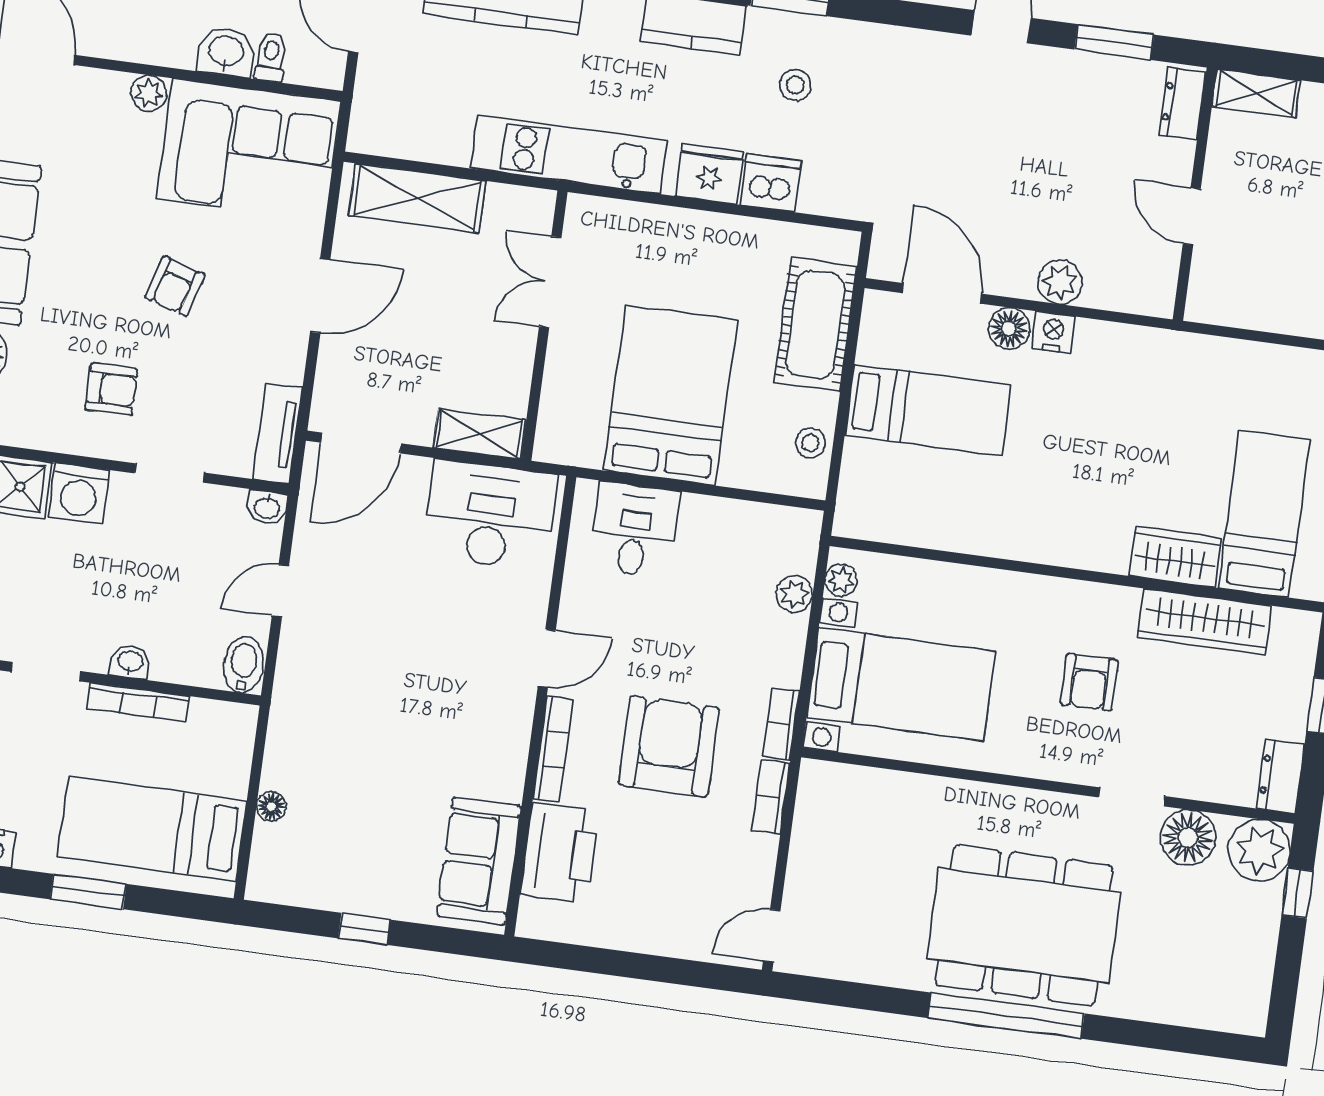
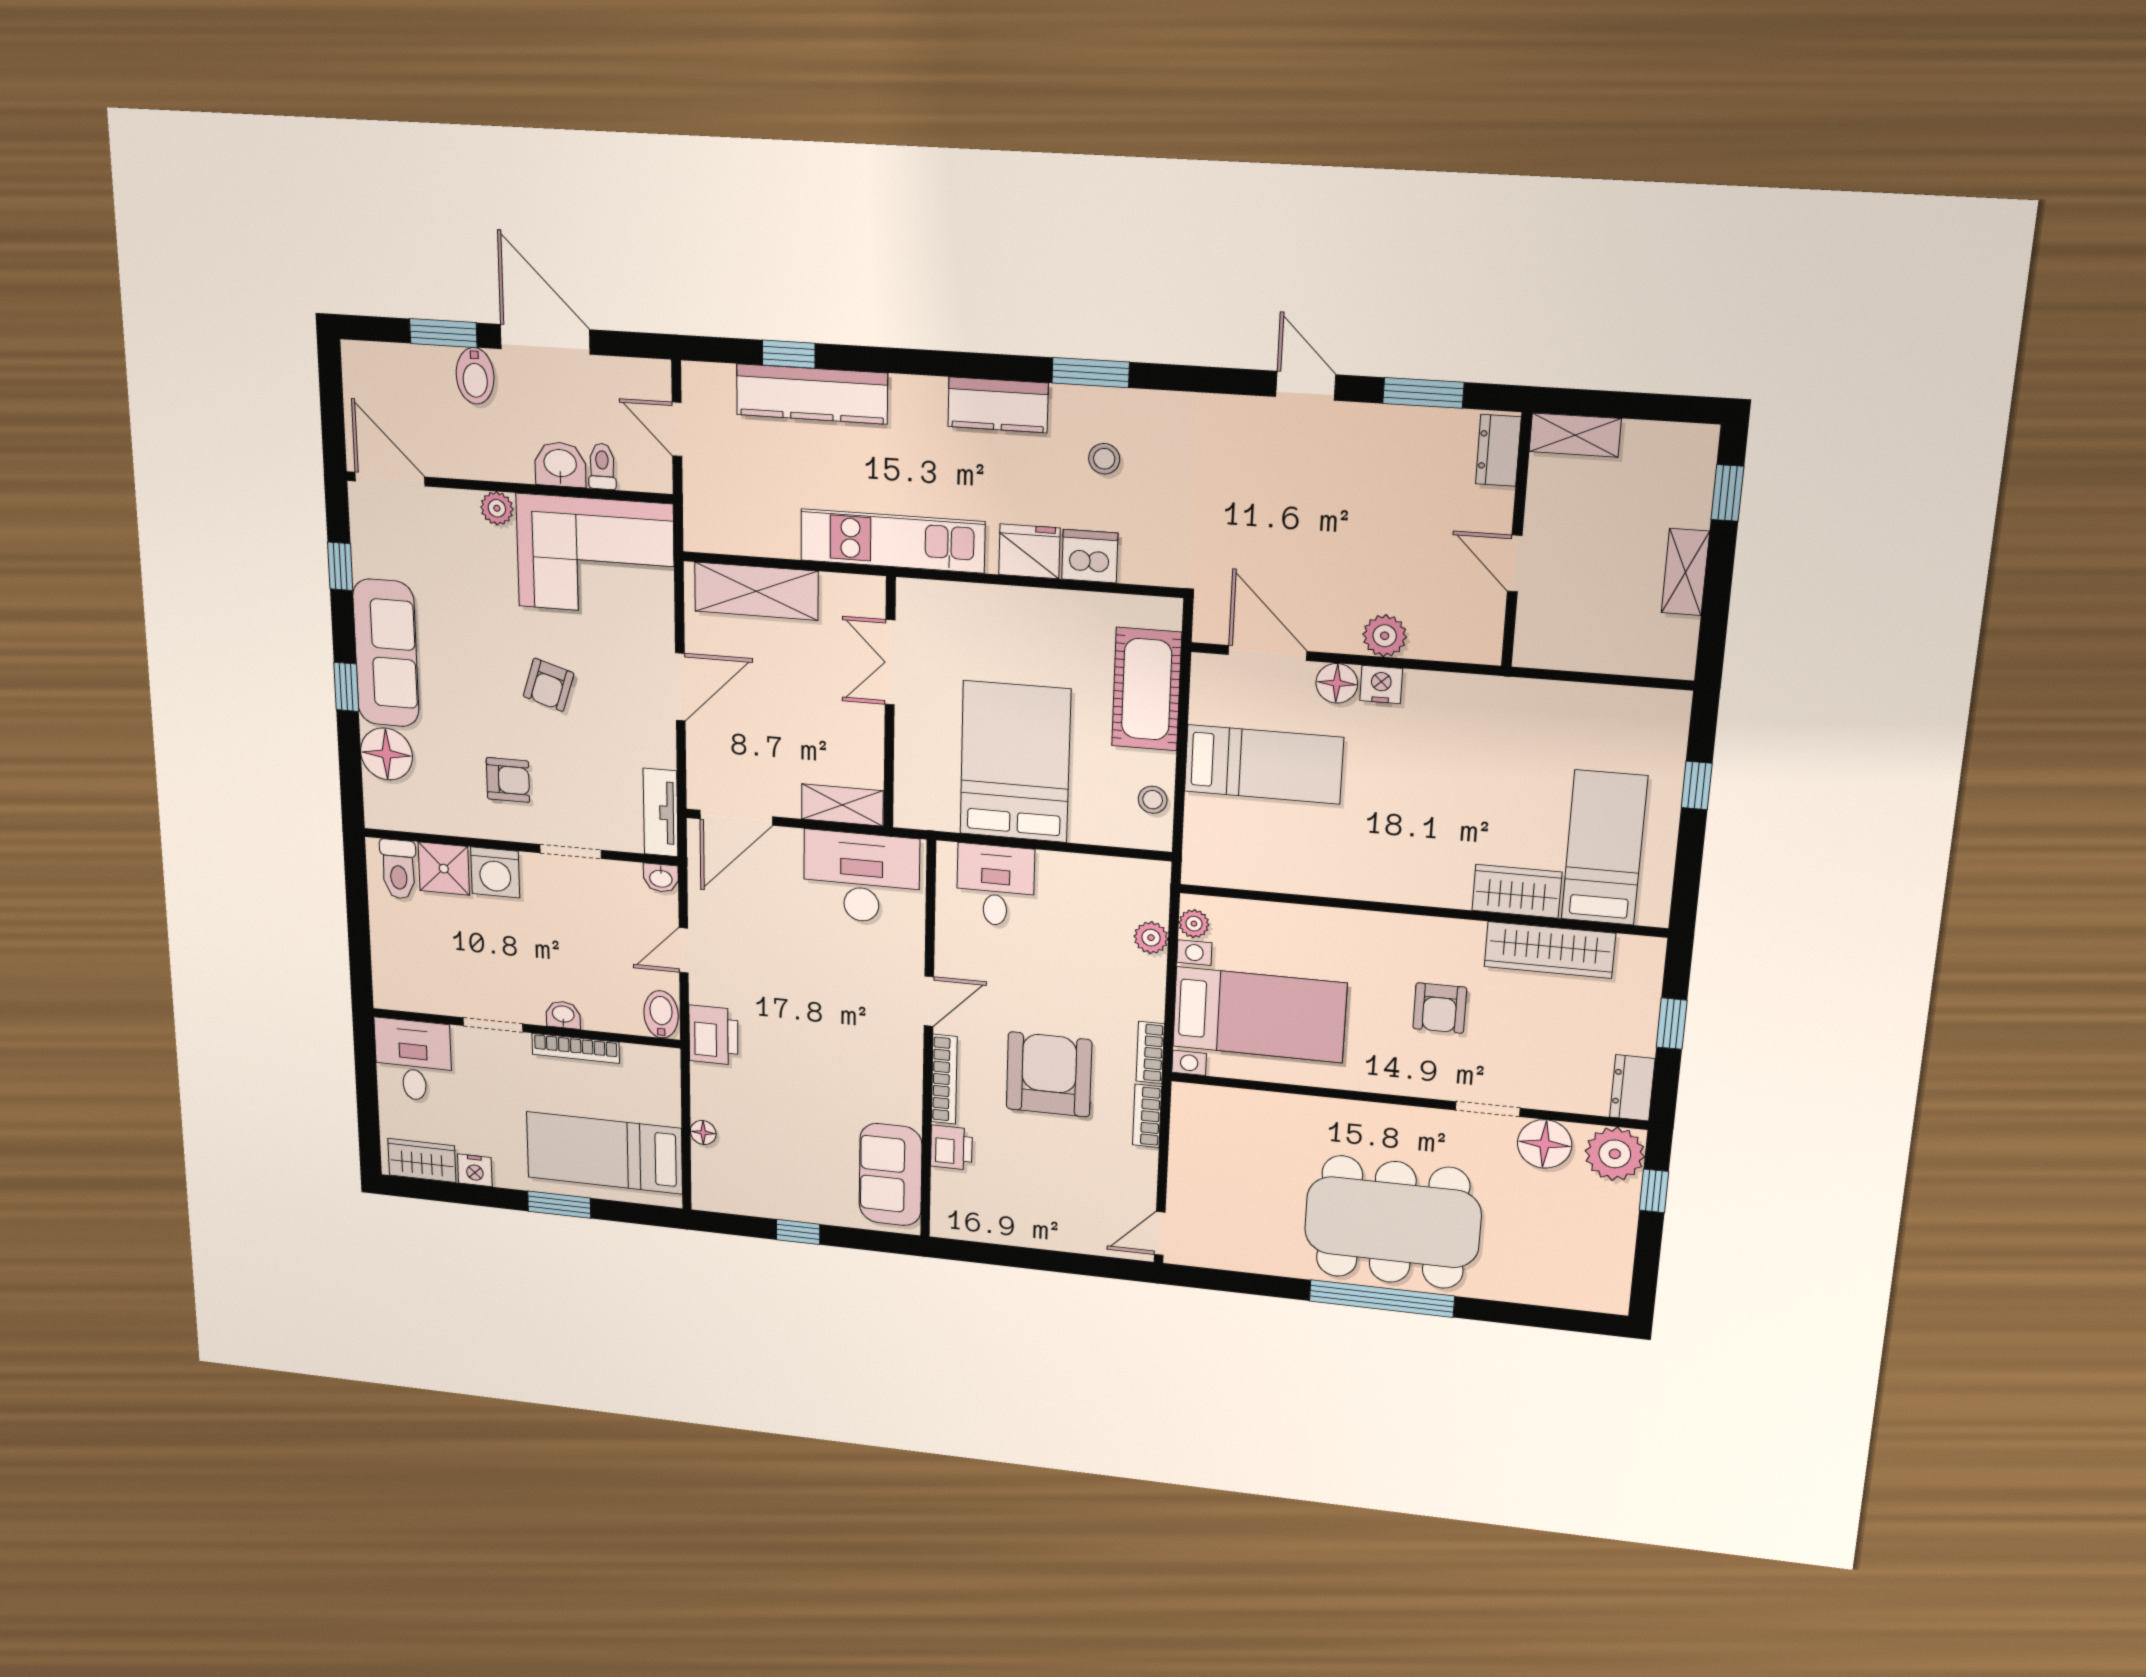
printer: (300, 691) -> (713, 1035), added
printer: (559, 853) -> (951, 1148), width x0.53, depth x0.68

